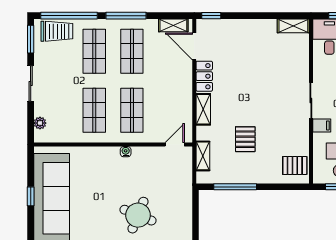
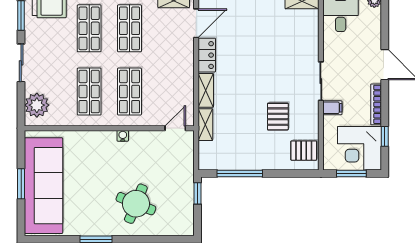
door: (194, 46) -> (196, 23), swing flipped
plant: (40, 123) -> (37, 105), width x1.88, depth x1.88
pallet: (245, 139) -> (278, 117), moved
shelving: (203, 156) -> (205, 125), moved
window: (31, 196) -> (21, 184), width x1.50
window: (196, 205) -> (198, 193), added

